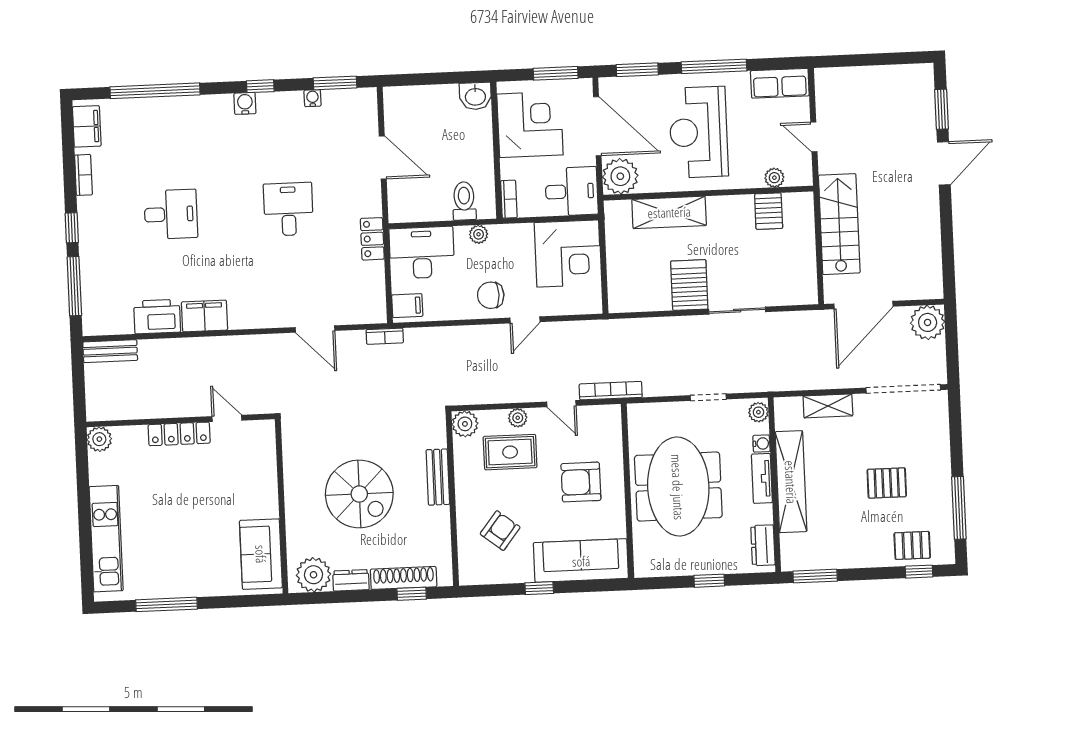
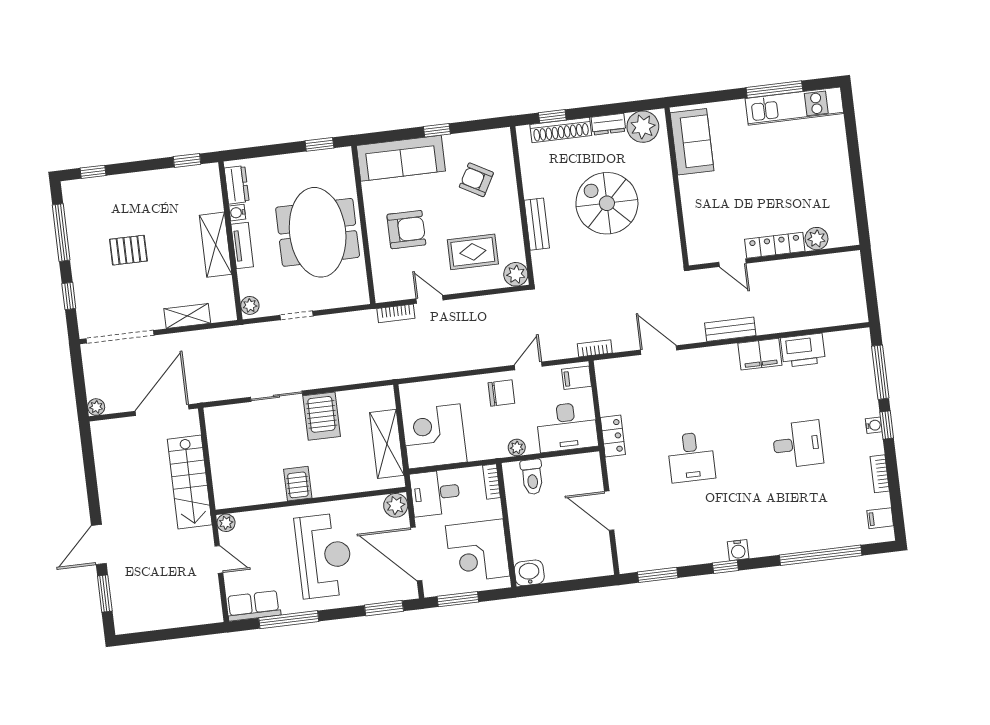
window: (714, 66) -> (289, 620), moved
water cooler: (313, 98) -> (874, 425), moved, turned -90
filing cabinet: (87, 126) -> (880, 518), width x0.50
plant: (620, 176) -> (396, 505), width x0.73, depth x0.73
plant: (774, 178) -> (226, 523), moved
server rack: (769, 211) -> (298, 484), moved
shelving: (669, 212) -> (387, 444), moved, turned 90
desk: (171, 214) -> (798, 444), turned 180
door: (525, 320) -> (528, 366), moved
plant: (928, 322) -> (96, 407), width x0.53, depth x0.53
bench: (110, 351) -> (730, 329), moved
bookcase: (611, 391) -> (396, 313), width x0.64
plant: (518, 418) -> (468, 284), removed
window: (956, 438) -> (69, 296), added
plant: (99, 439) -> (817, 239), moved
water cooler: (761, 444) -> (237, 213), moved
shelving: (791, 482) -> (216, 245), width x0.68
armchair: (500, 531) -> (476, 180), turned 81
kitchen unit: (106, 539) -> (794, 106), moved, turned -90
pallet: (912, 545) -> (101, 195), removed
window: (815, 576) -> (187, 160), width x0.67
window: (709, 581) -> (319, 144), moved

